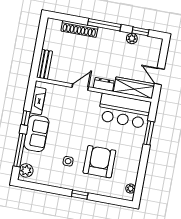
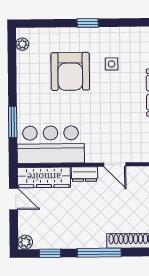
plant: (132, 38) -> (25, 242), moved
door: (80, 87) -> (115, 165), hinge flipped

